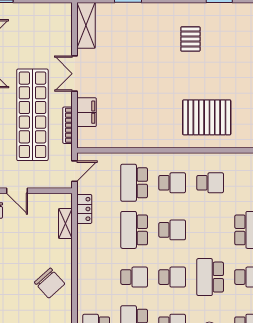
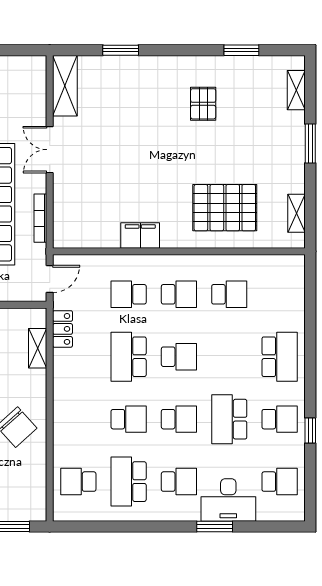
filing cabinet: (86, 112) -> (140, 235), moved, turned -90
school desk: (134, 183) -> (129, 294), width x0.54

